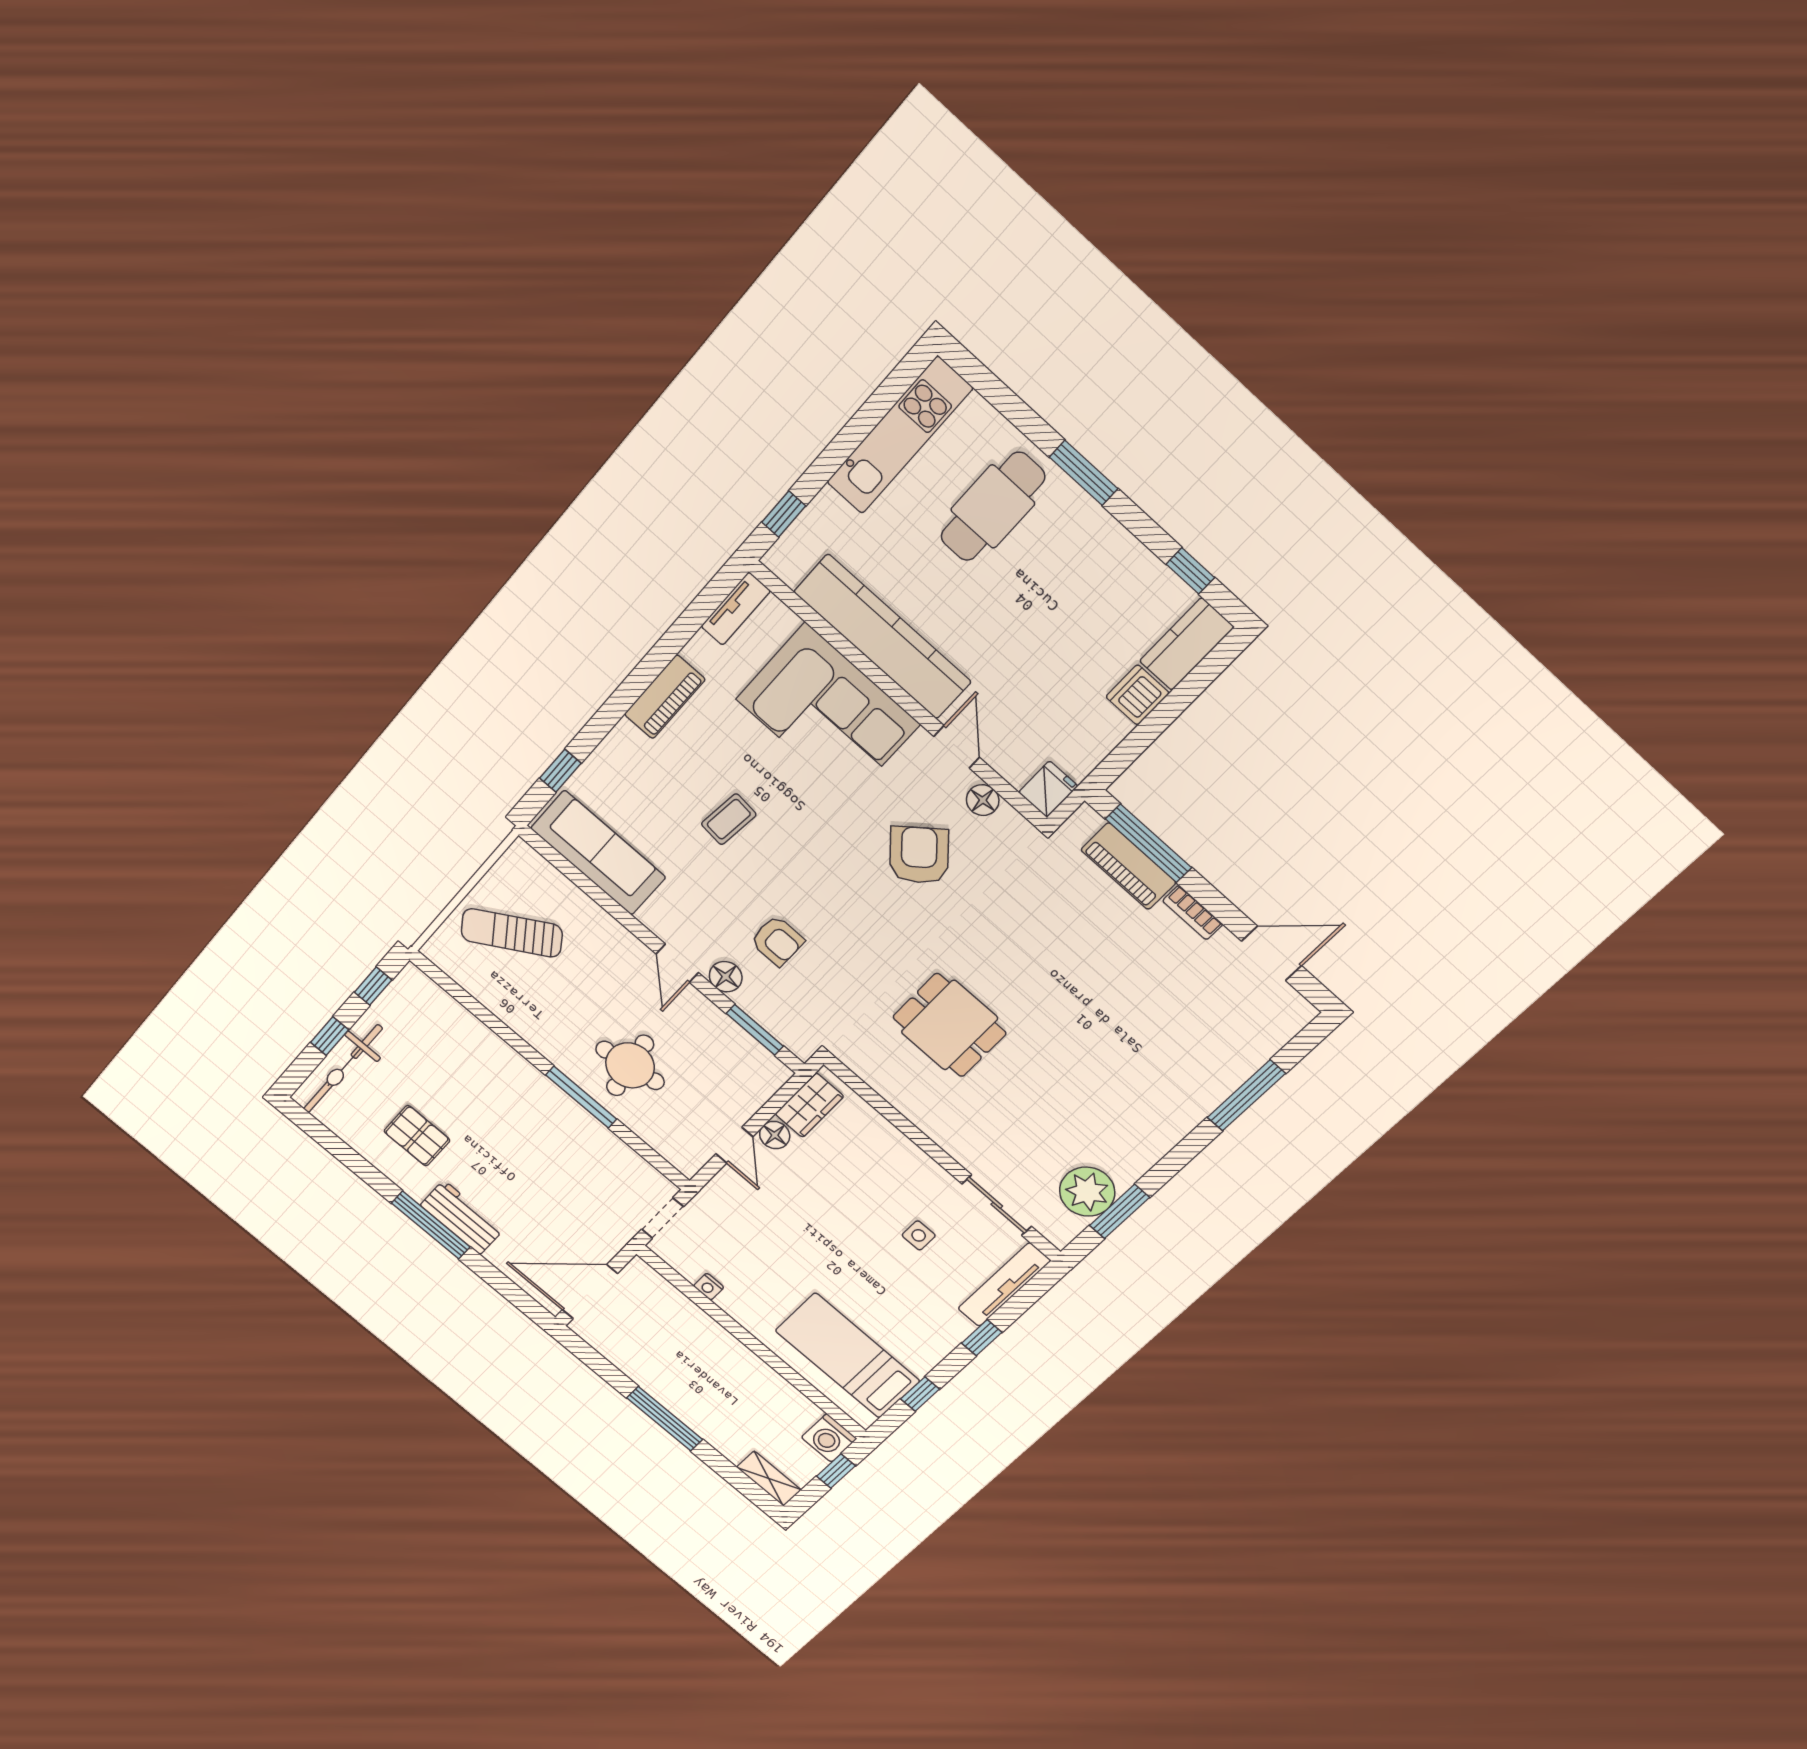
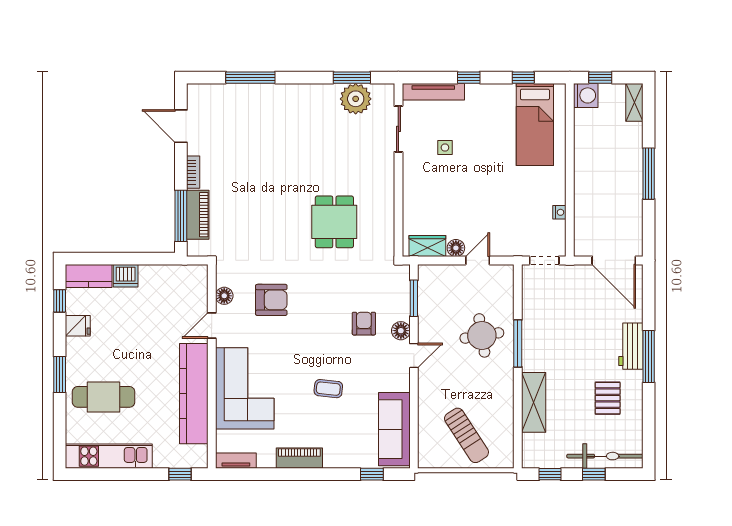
fridge: (1048, 789) -> (78, 326), moved, turned 180
armchair: (919, 855) -> (271, 300), turned -140
shelving: (486, 1049) -> (534, 402), added

